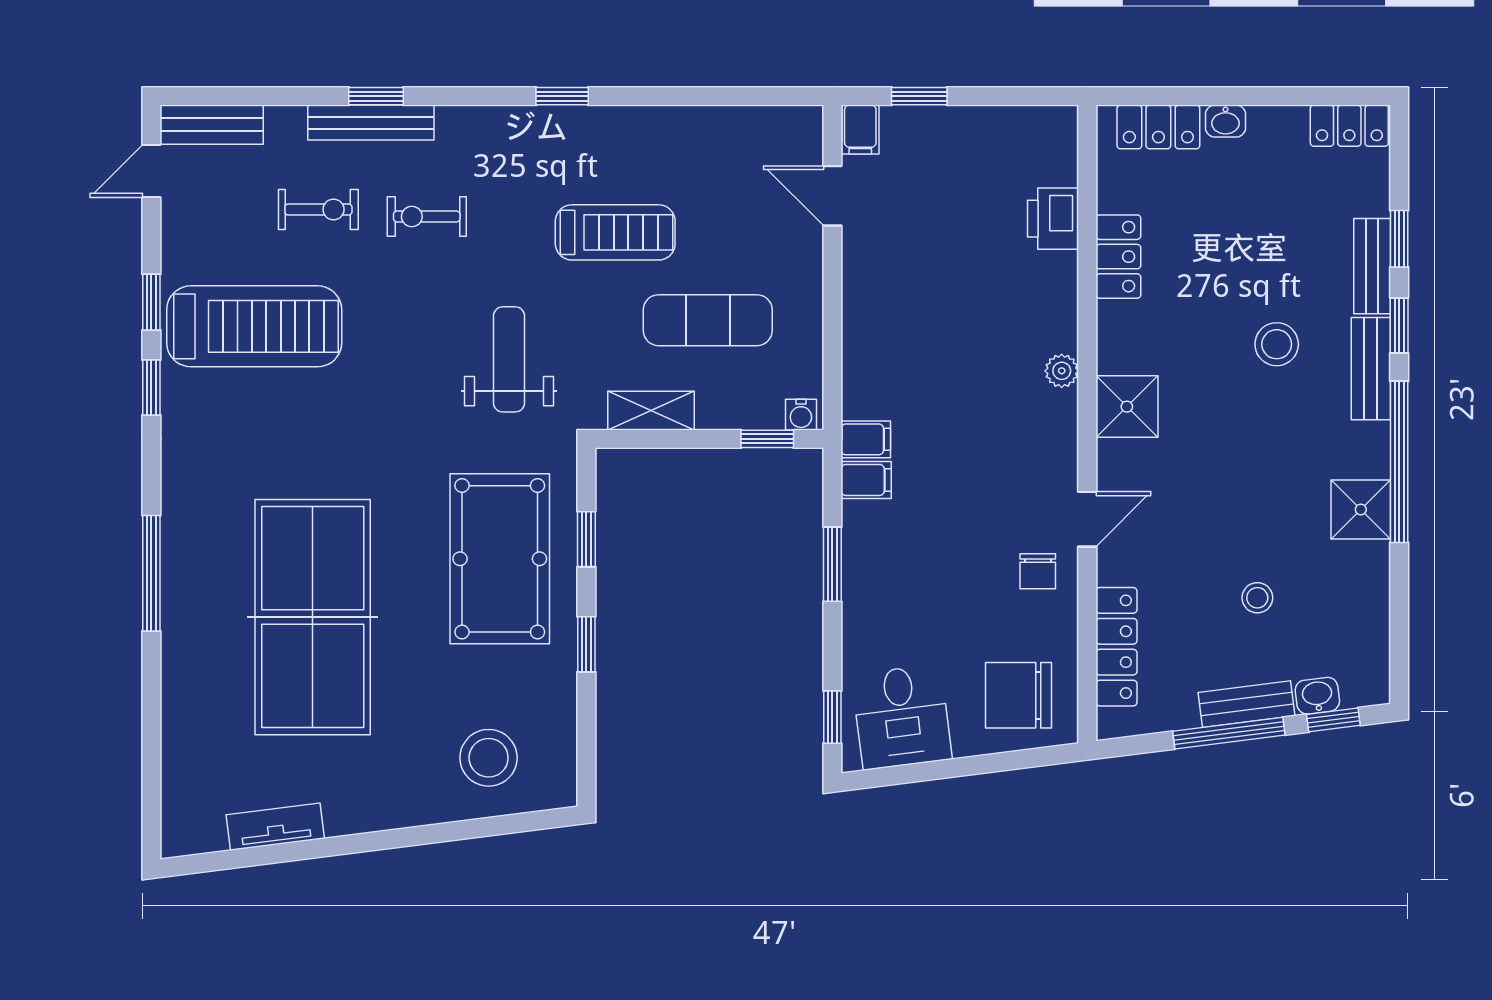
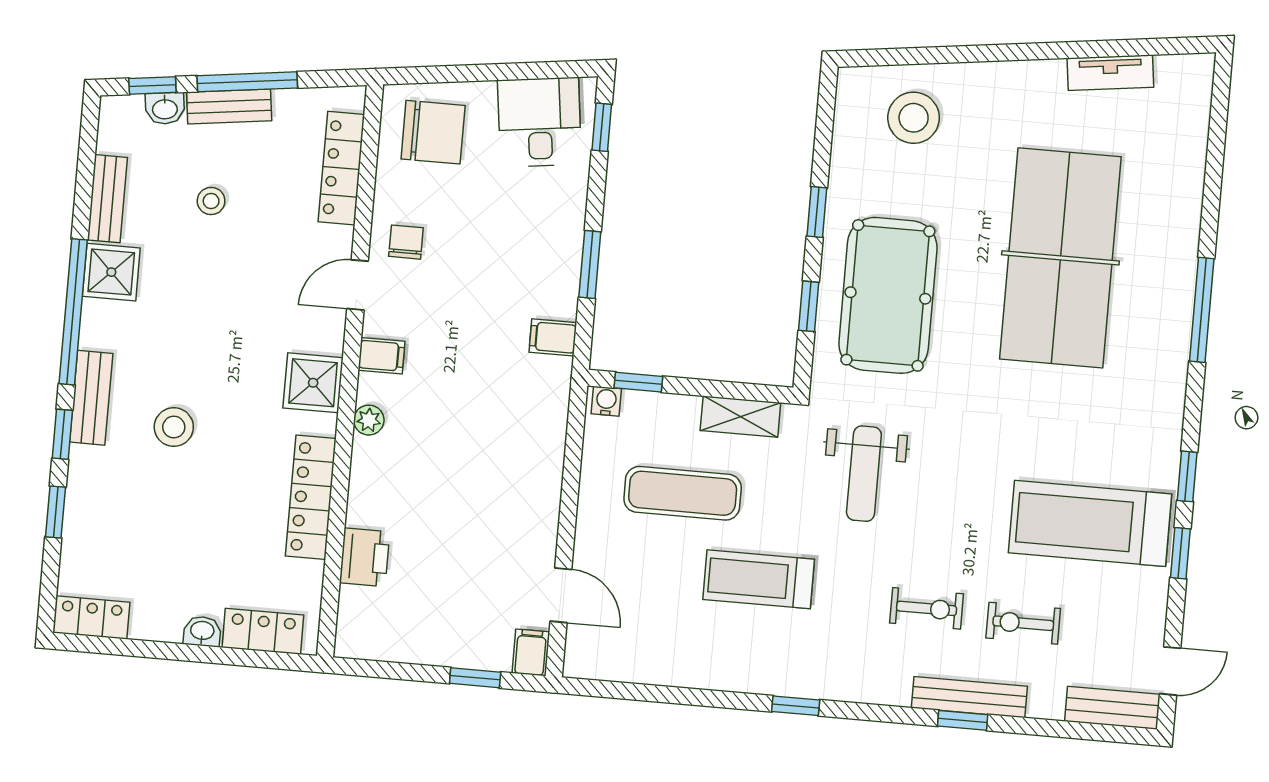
locker: (1118, 257) -> (311, 497), width x1.53
bench: (1372, 266) -> (107, 199), moved
filing cabinet: (866, 439) -> (381, 356), moved, turned 180

